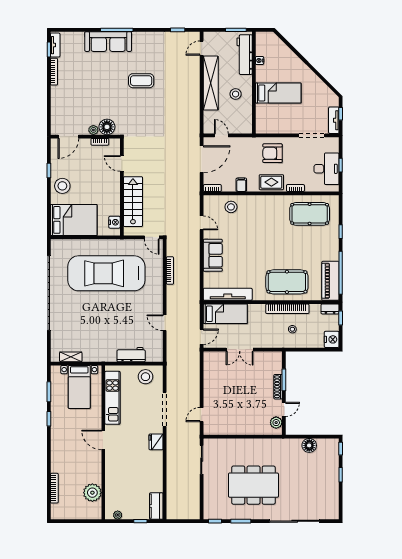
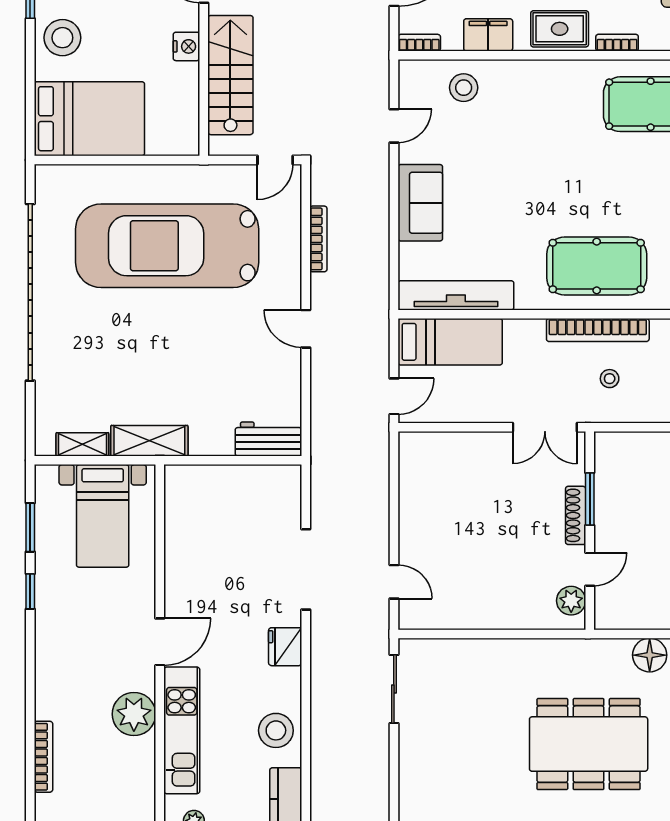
filing cabinet: (241, 185) -> (488, 35), width x2.00
nightstand: (114, 222) -> (186, 46), moved
door: (202, 223) -> (394, 126), hinge flipped
door: (152, 237) -> (275, 160), hinge flipped
door: (165, 323) -> (306, 329), moved
double door: (240, 350) -> (545, 427), moved
shelving: (99, 355) -> (149, 441), added
workbench: (131, 355) -> (268, 439), moved
stool: (145, 377) -> (276, 730), moved
kitchen unit: (112, 398) -> (182, 730), moved
door: (202, 415) -> (394, 582), swing flipped
door: (103, 440) -> (160, 642), swing flipped
dining table: (253, 485) -> (589, 744), moved
plant: (92, 493) -> (134, 714), moved

